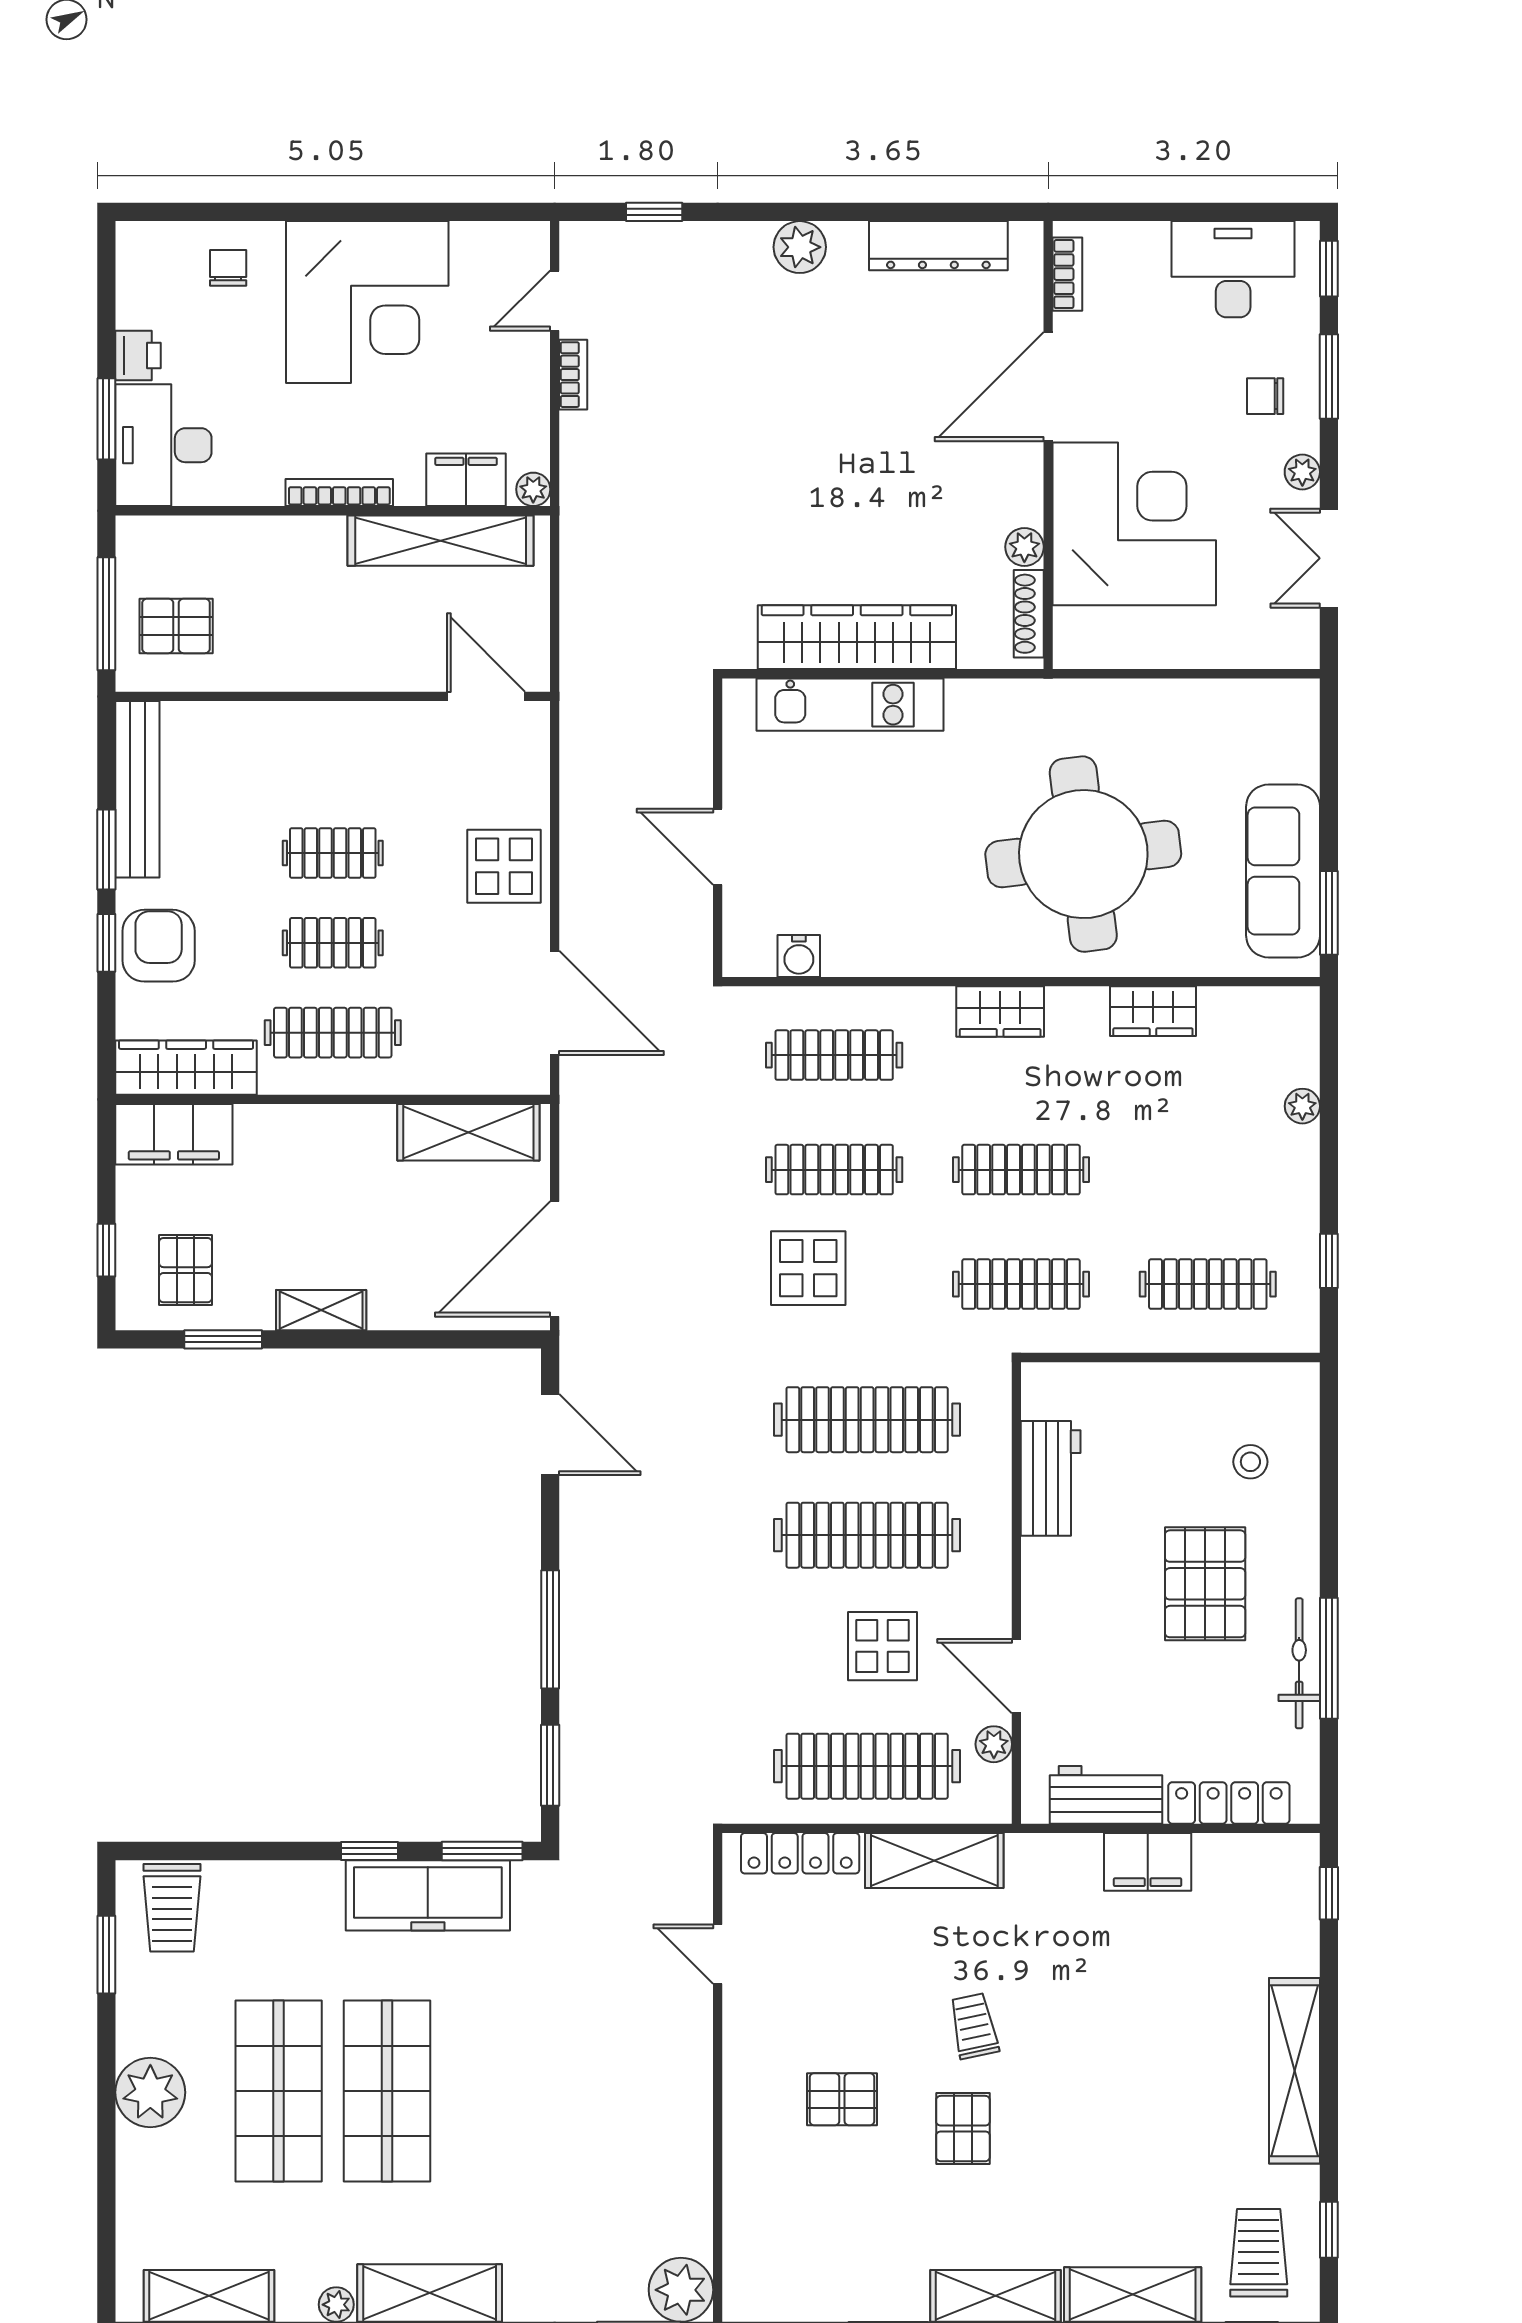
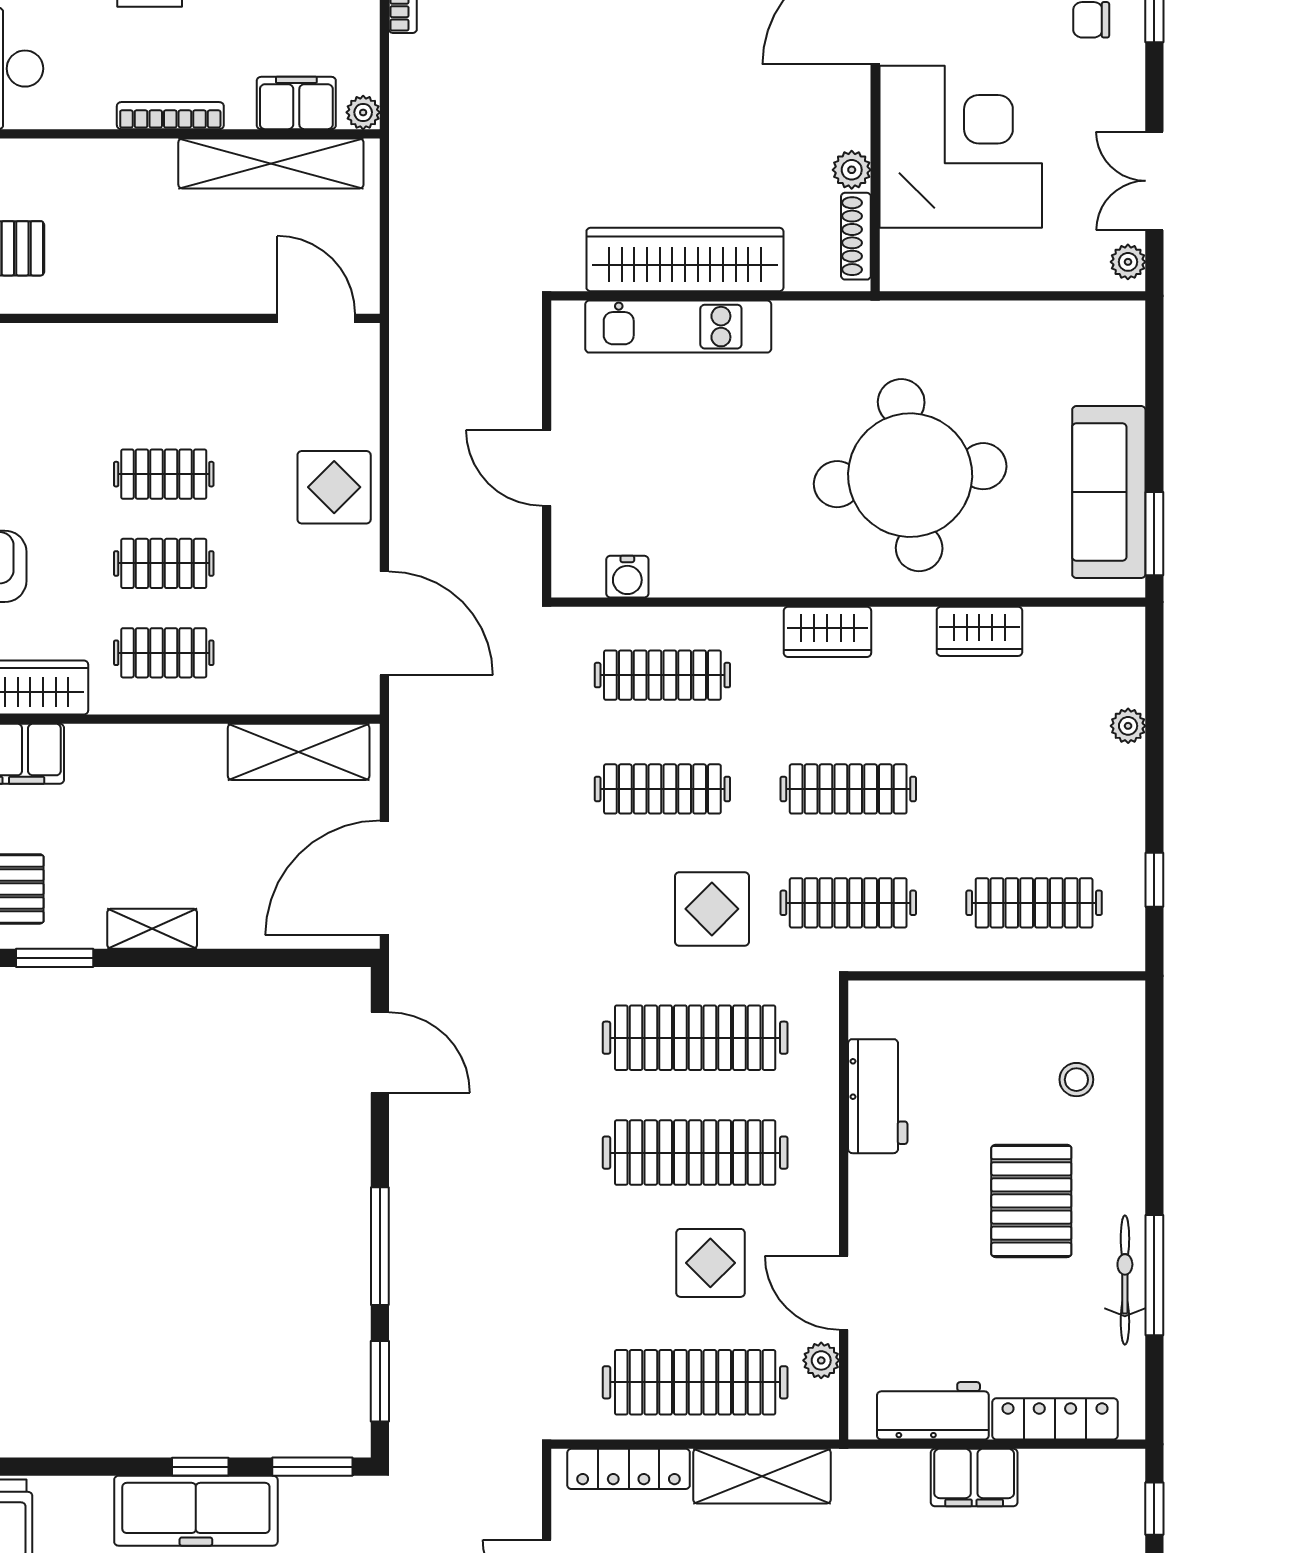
plant: (1302, 472) -> (1128, 262), moved
clothes rail: (333, 1033) -> (164, 653), width x0.73
display table: (808, 1268) -> (712, 909), moved
freezer: (428, 1895) -> (196, 1511), moved

